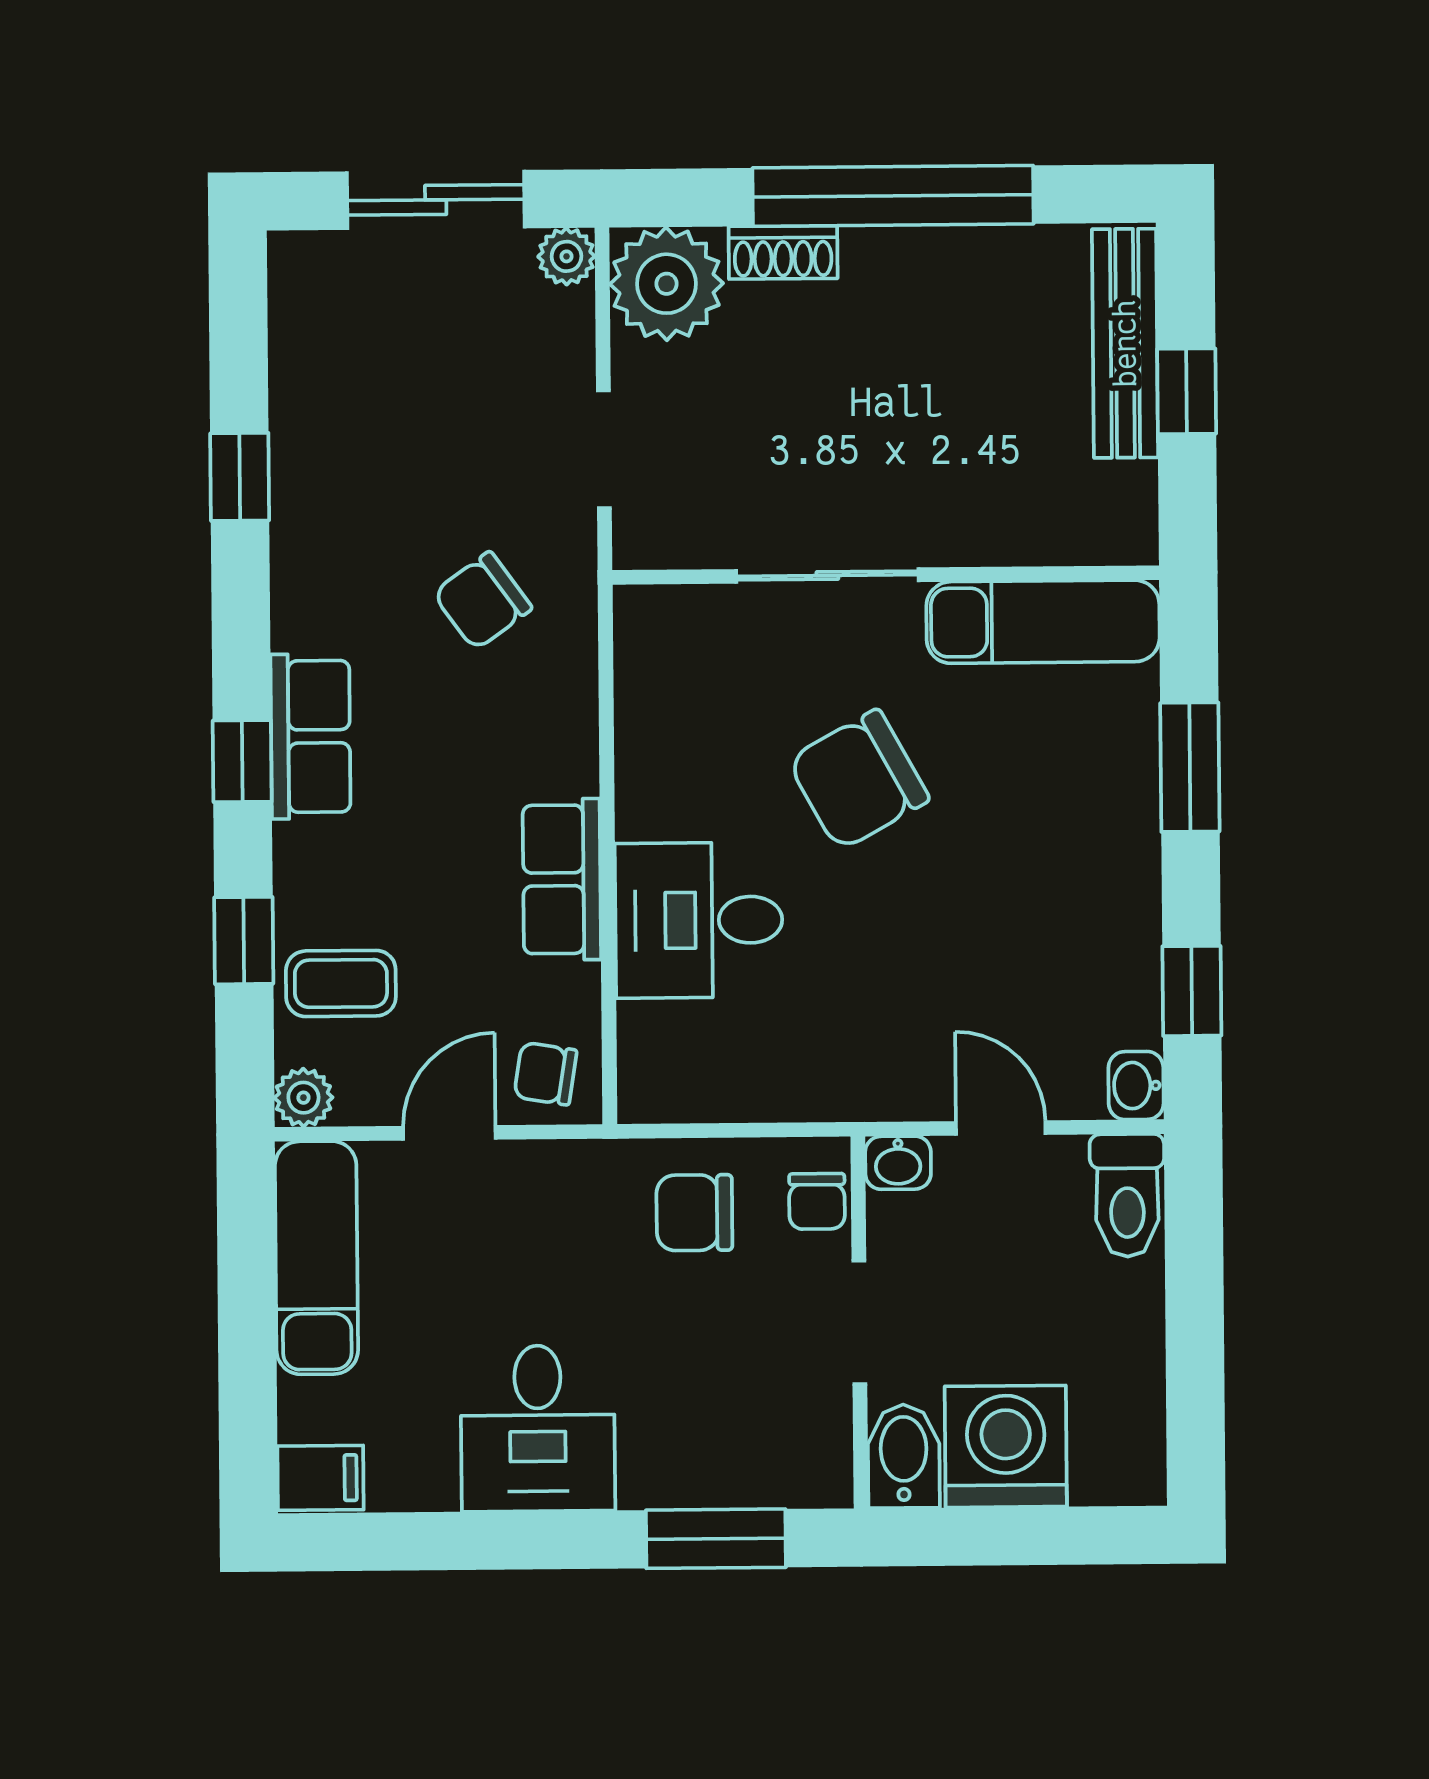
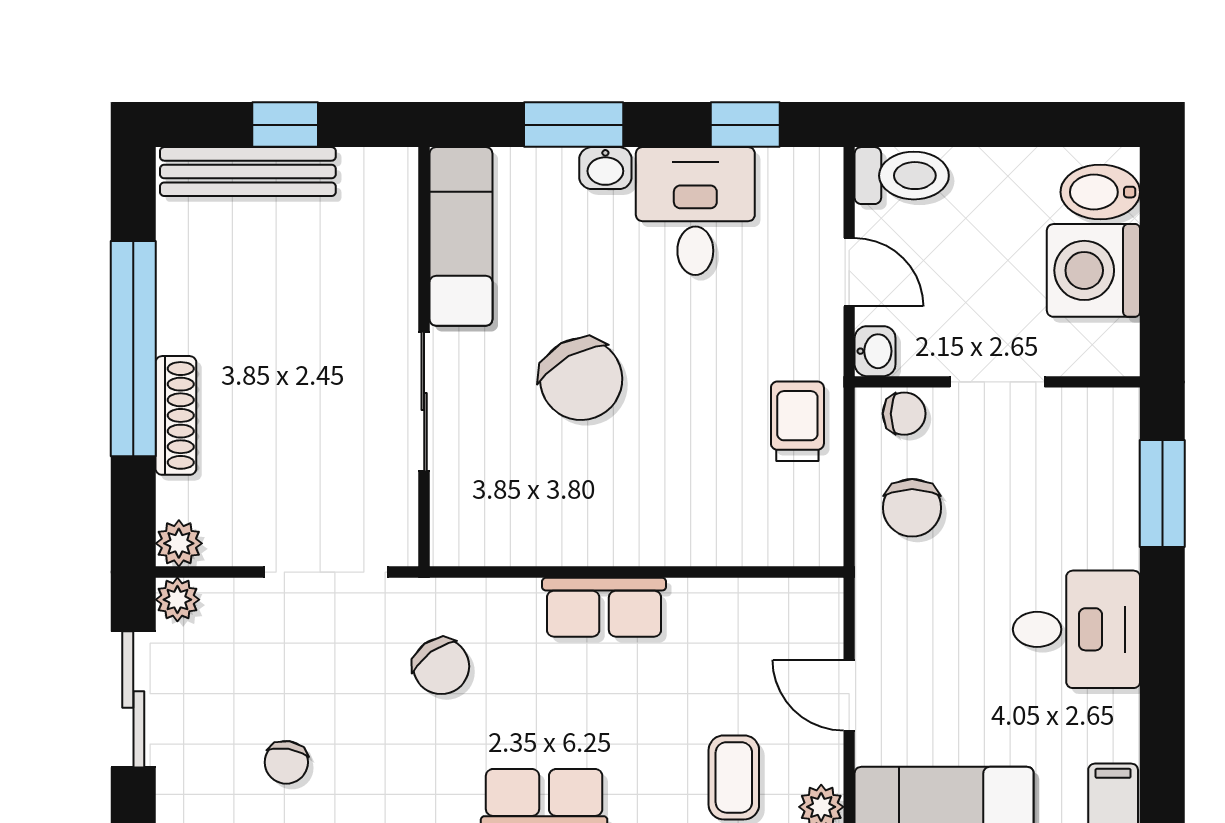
shoe rack: (783, 252) -> (176, 415), width x1.43
plant: (666, 284) -> (179, 543), width x0.53, depth x0.53
doorway: (604, 449) -> (326, 572), width x1.38
row of seats: (562, 879) -> (604, 607), moved
desk: (699, 920) -> (695, 211), moved, turned 180
trolley: (806, 1062) -> (797, 421), added
chair: (545, 1074) -> (286, 762), moved
washbasin: (1136, 1086) -> (605, 168), moved
door: (1001, 1128) -> (849, 272), swing flipped
bidet: (904, 1456) -> (1100, 192), moved

